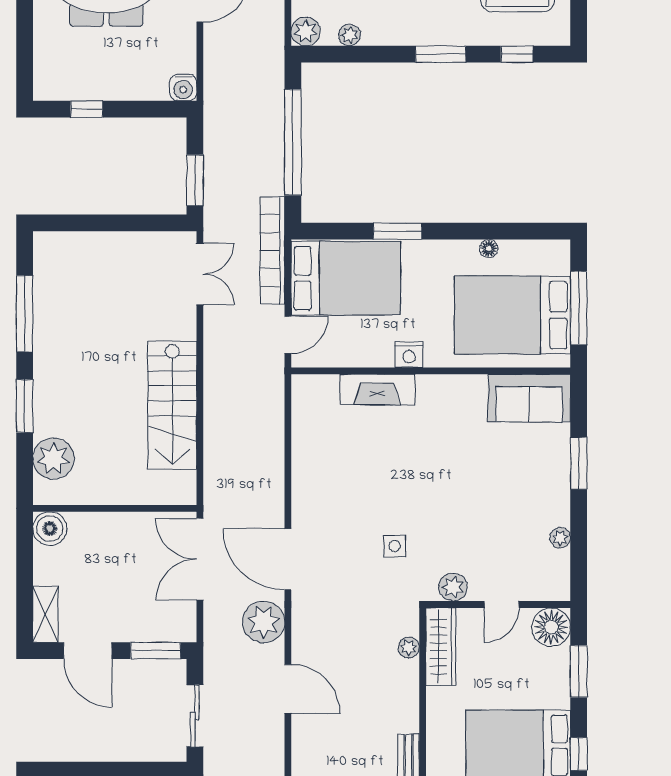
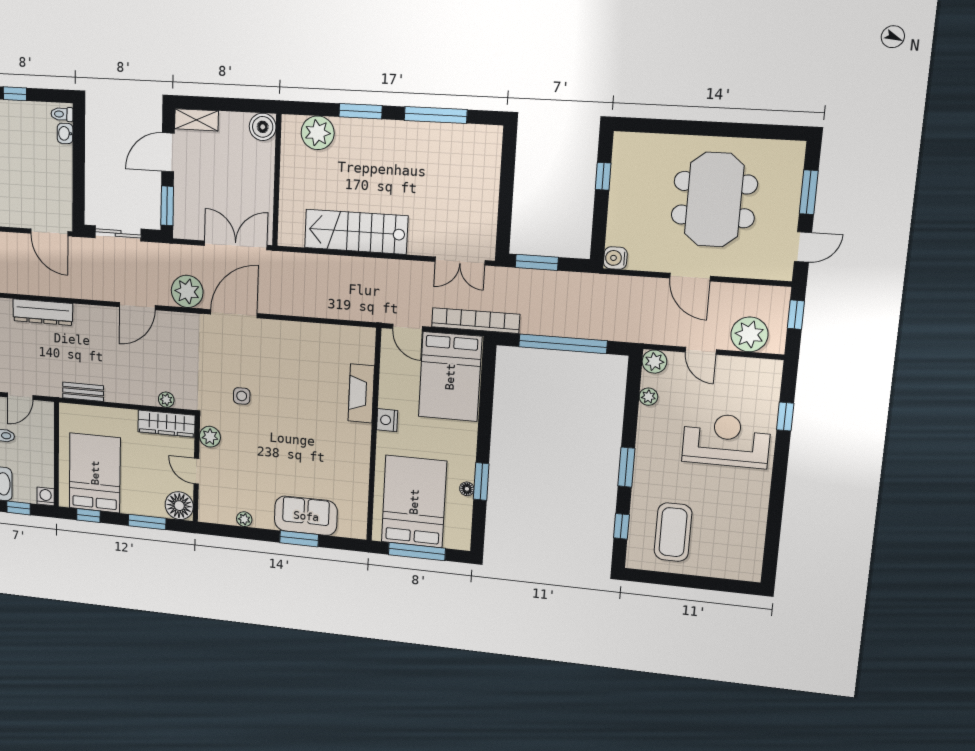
window: (398, 231) -> (481, 481), moved
sofa: (529, 398) -> (306, 516), moved, turned 90

